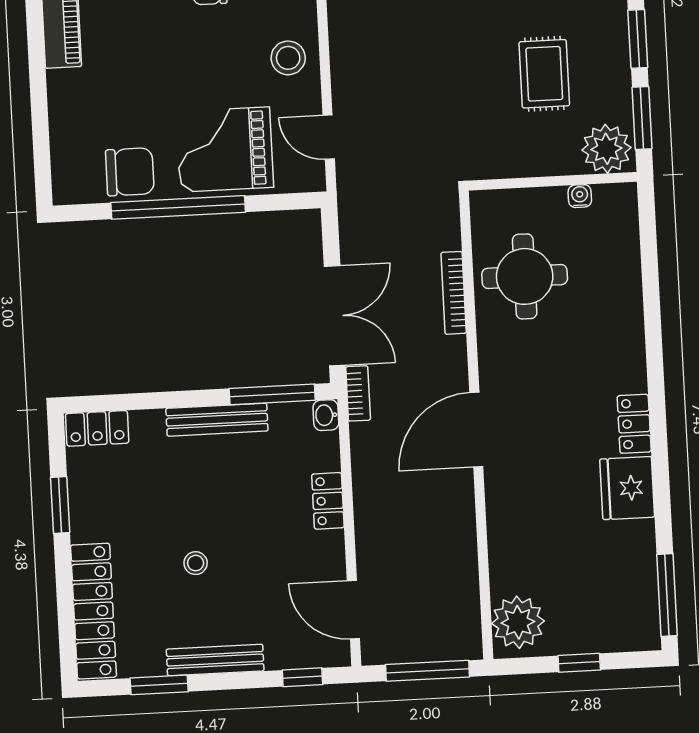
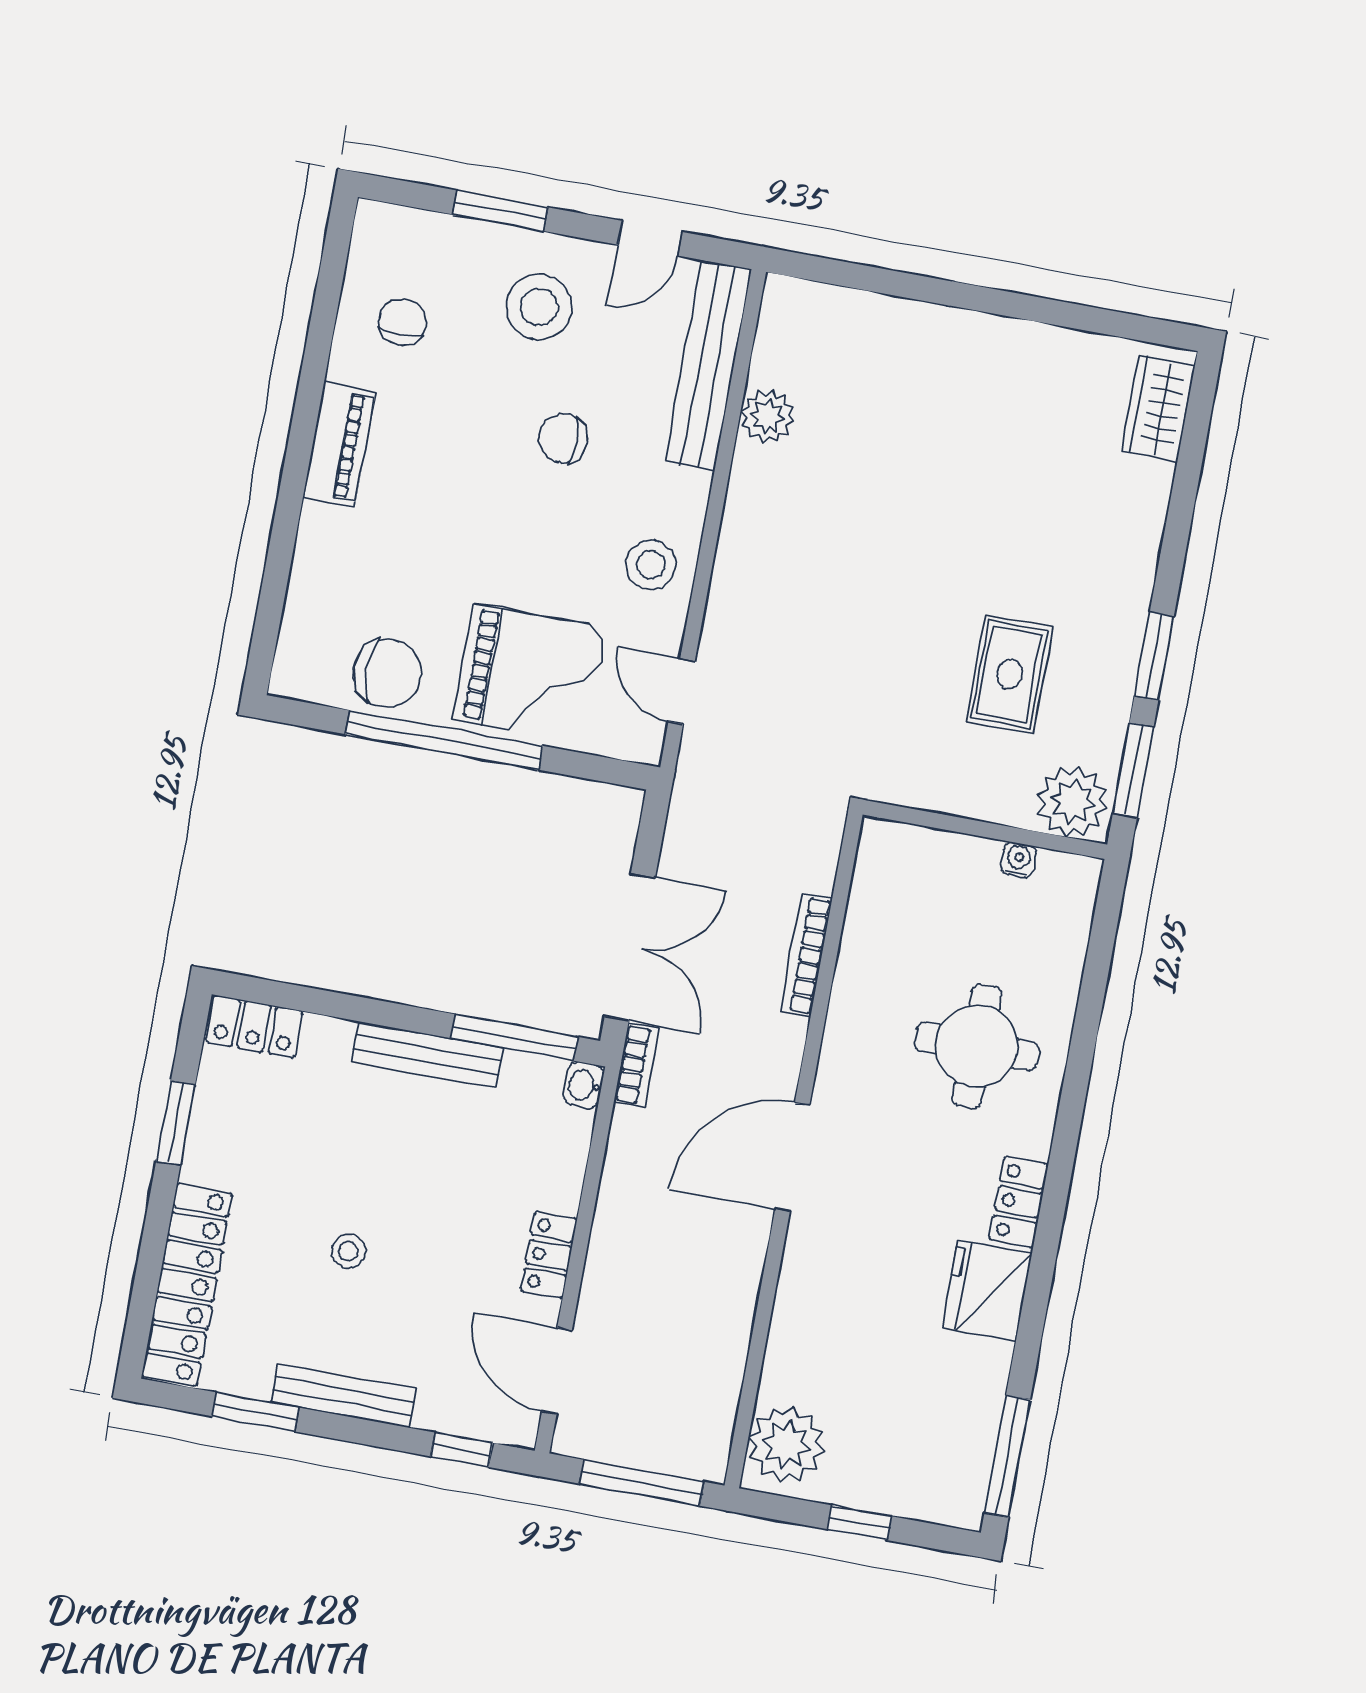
grand piano: (225, 149) -> (530, 673), turned 180
round table: (525, 276) -> (977, 1046), moved
locker: (328, 501) -> (549, 1255), moved

